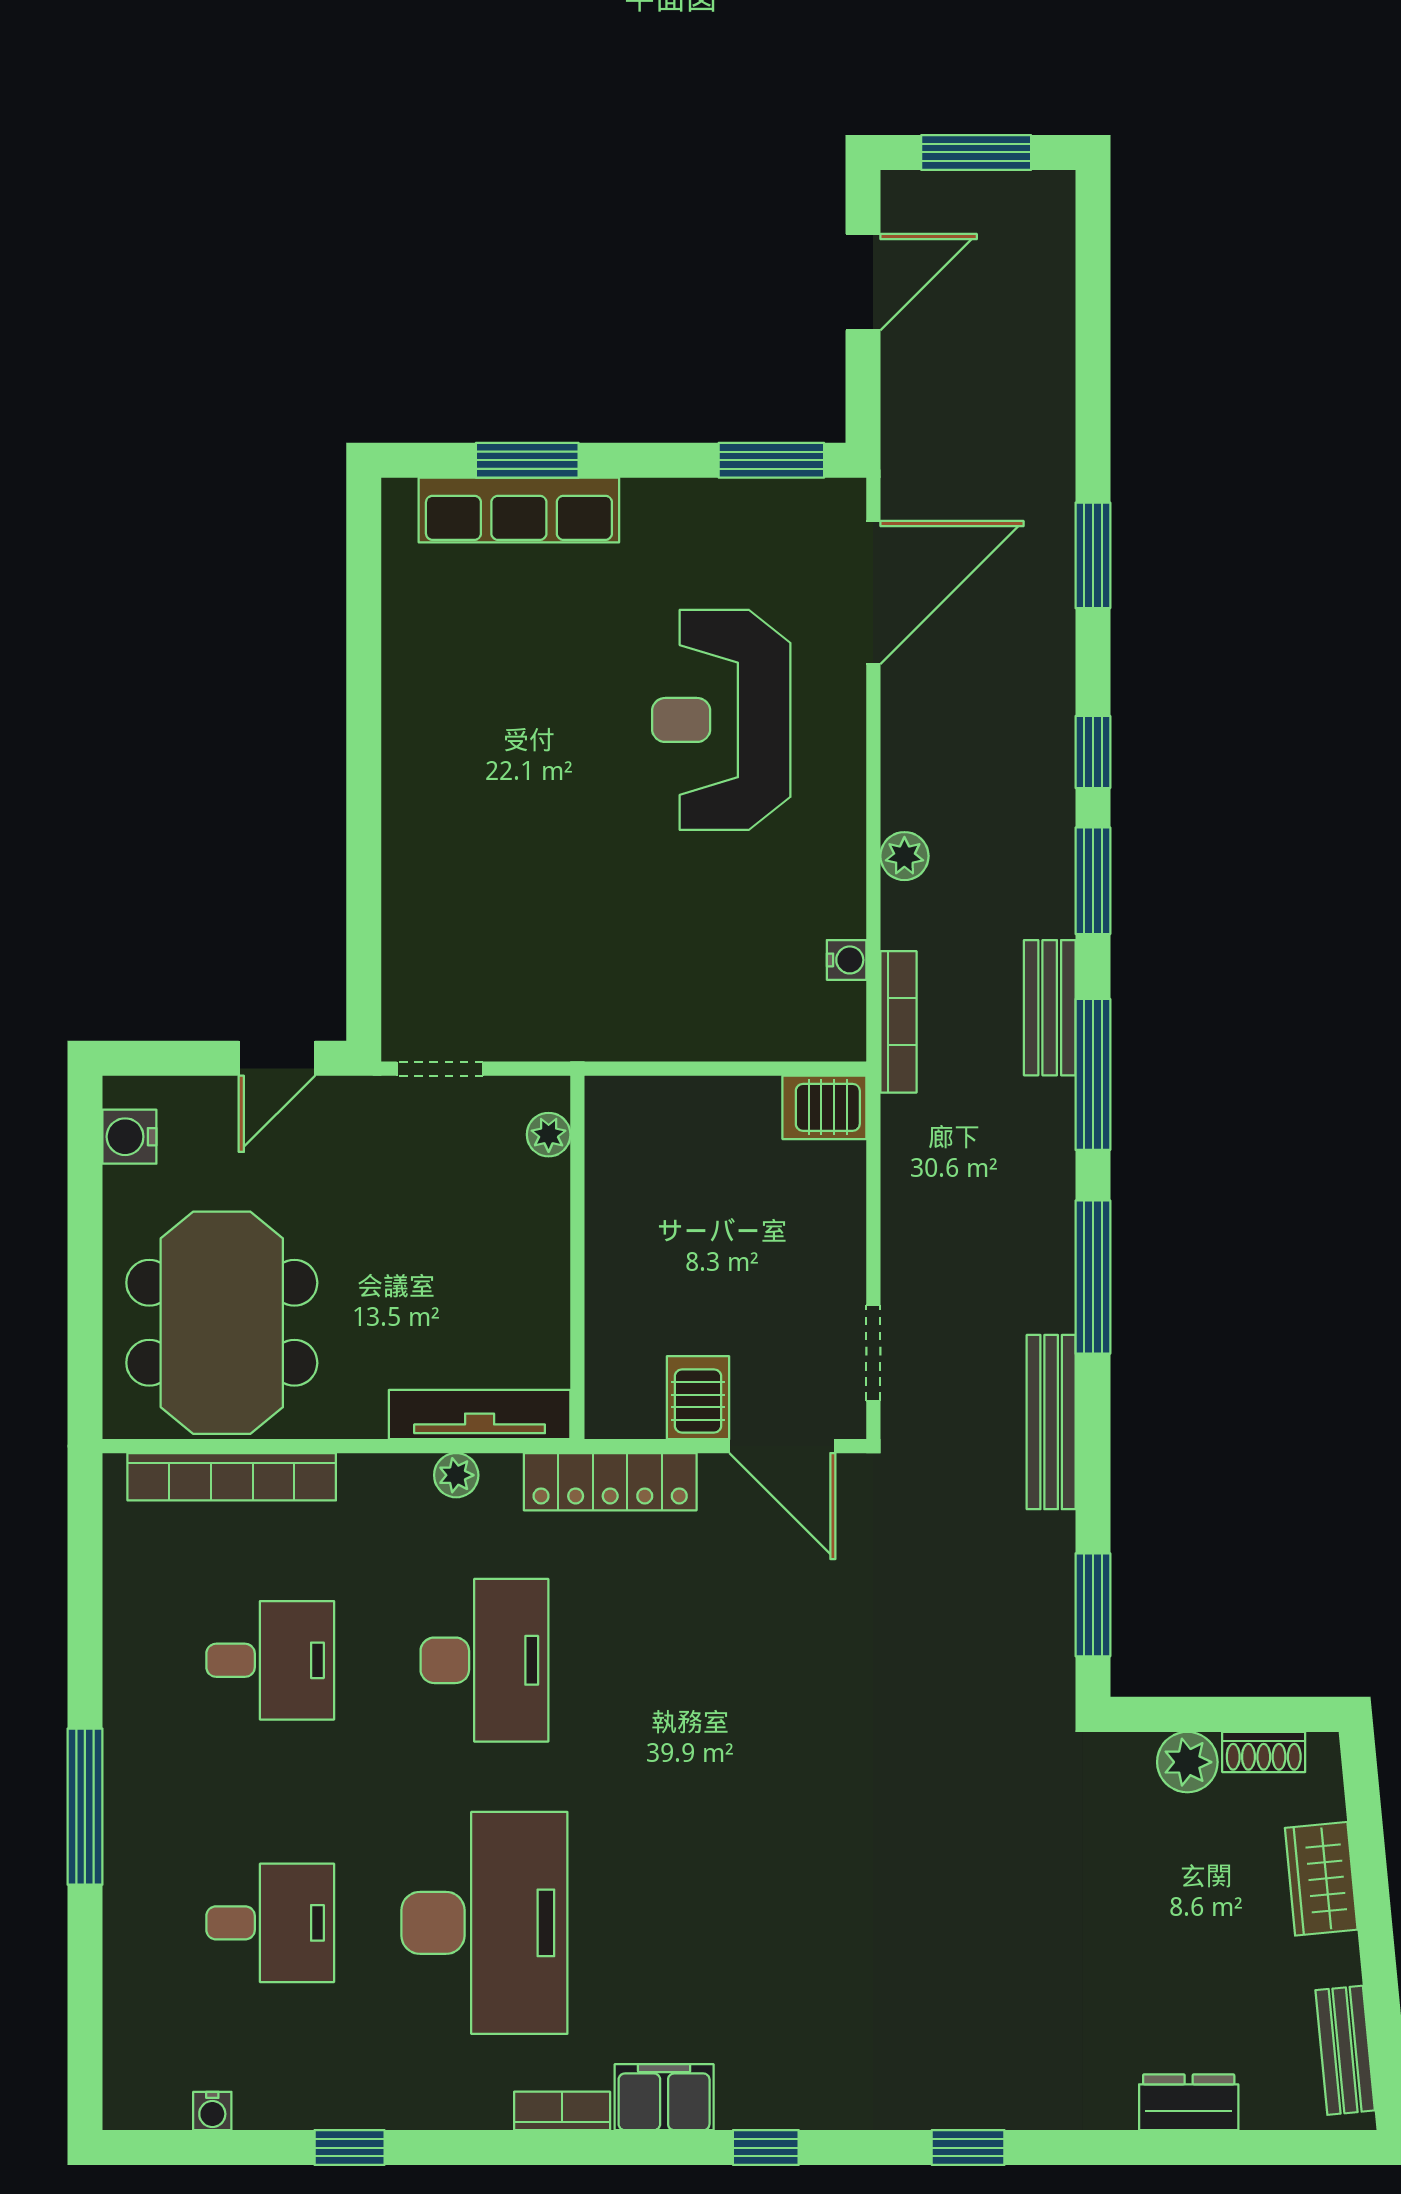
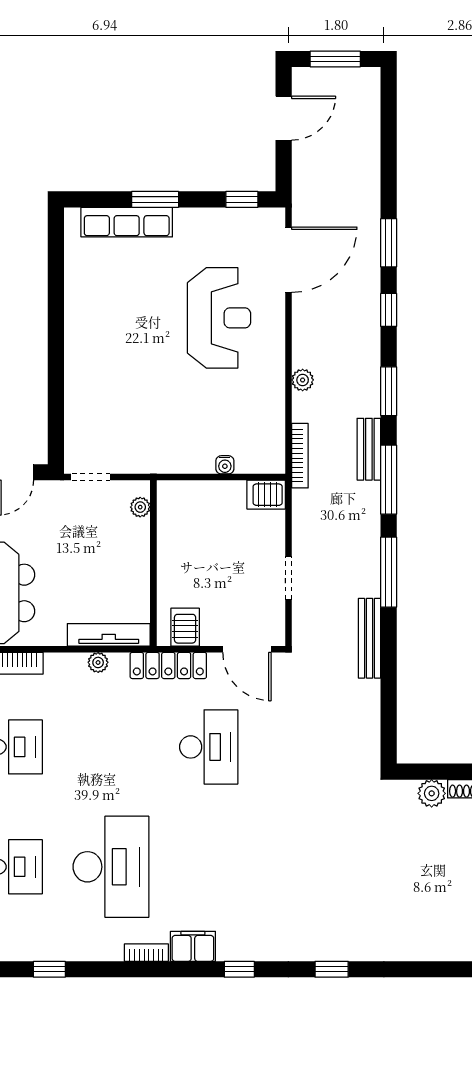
window: (527, 460) -> (155, 199), moved
window: (771, 460) -> (242, 199), width x0.67
reception desk: (721, 720) -> (219, 318), turned 180
window: (1093, 752) -> (389, 310), moved
water cooler: (847, 960) -> (225, 465), moved, turned 90
doorway: (873, 1353) -> (288, 578), moved
server rack: (698, 1398) -> (185, 627), moved
window: (1093, 1605) -> (389, 722), removed
desk: (484, 1660) -> (209, 747), moved
dresser: (1189, 2102) -> (432, 949), removed

